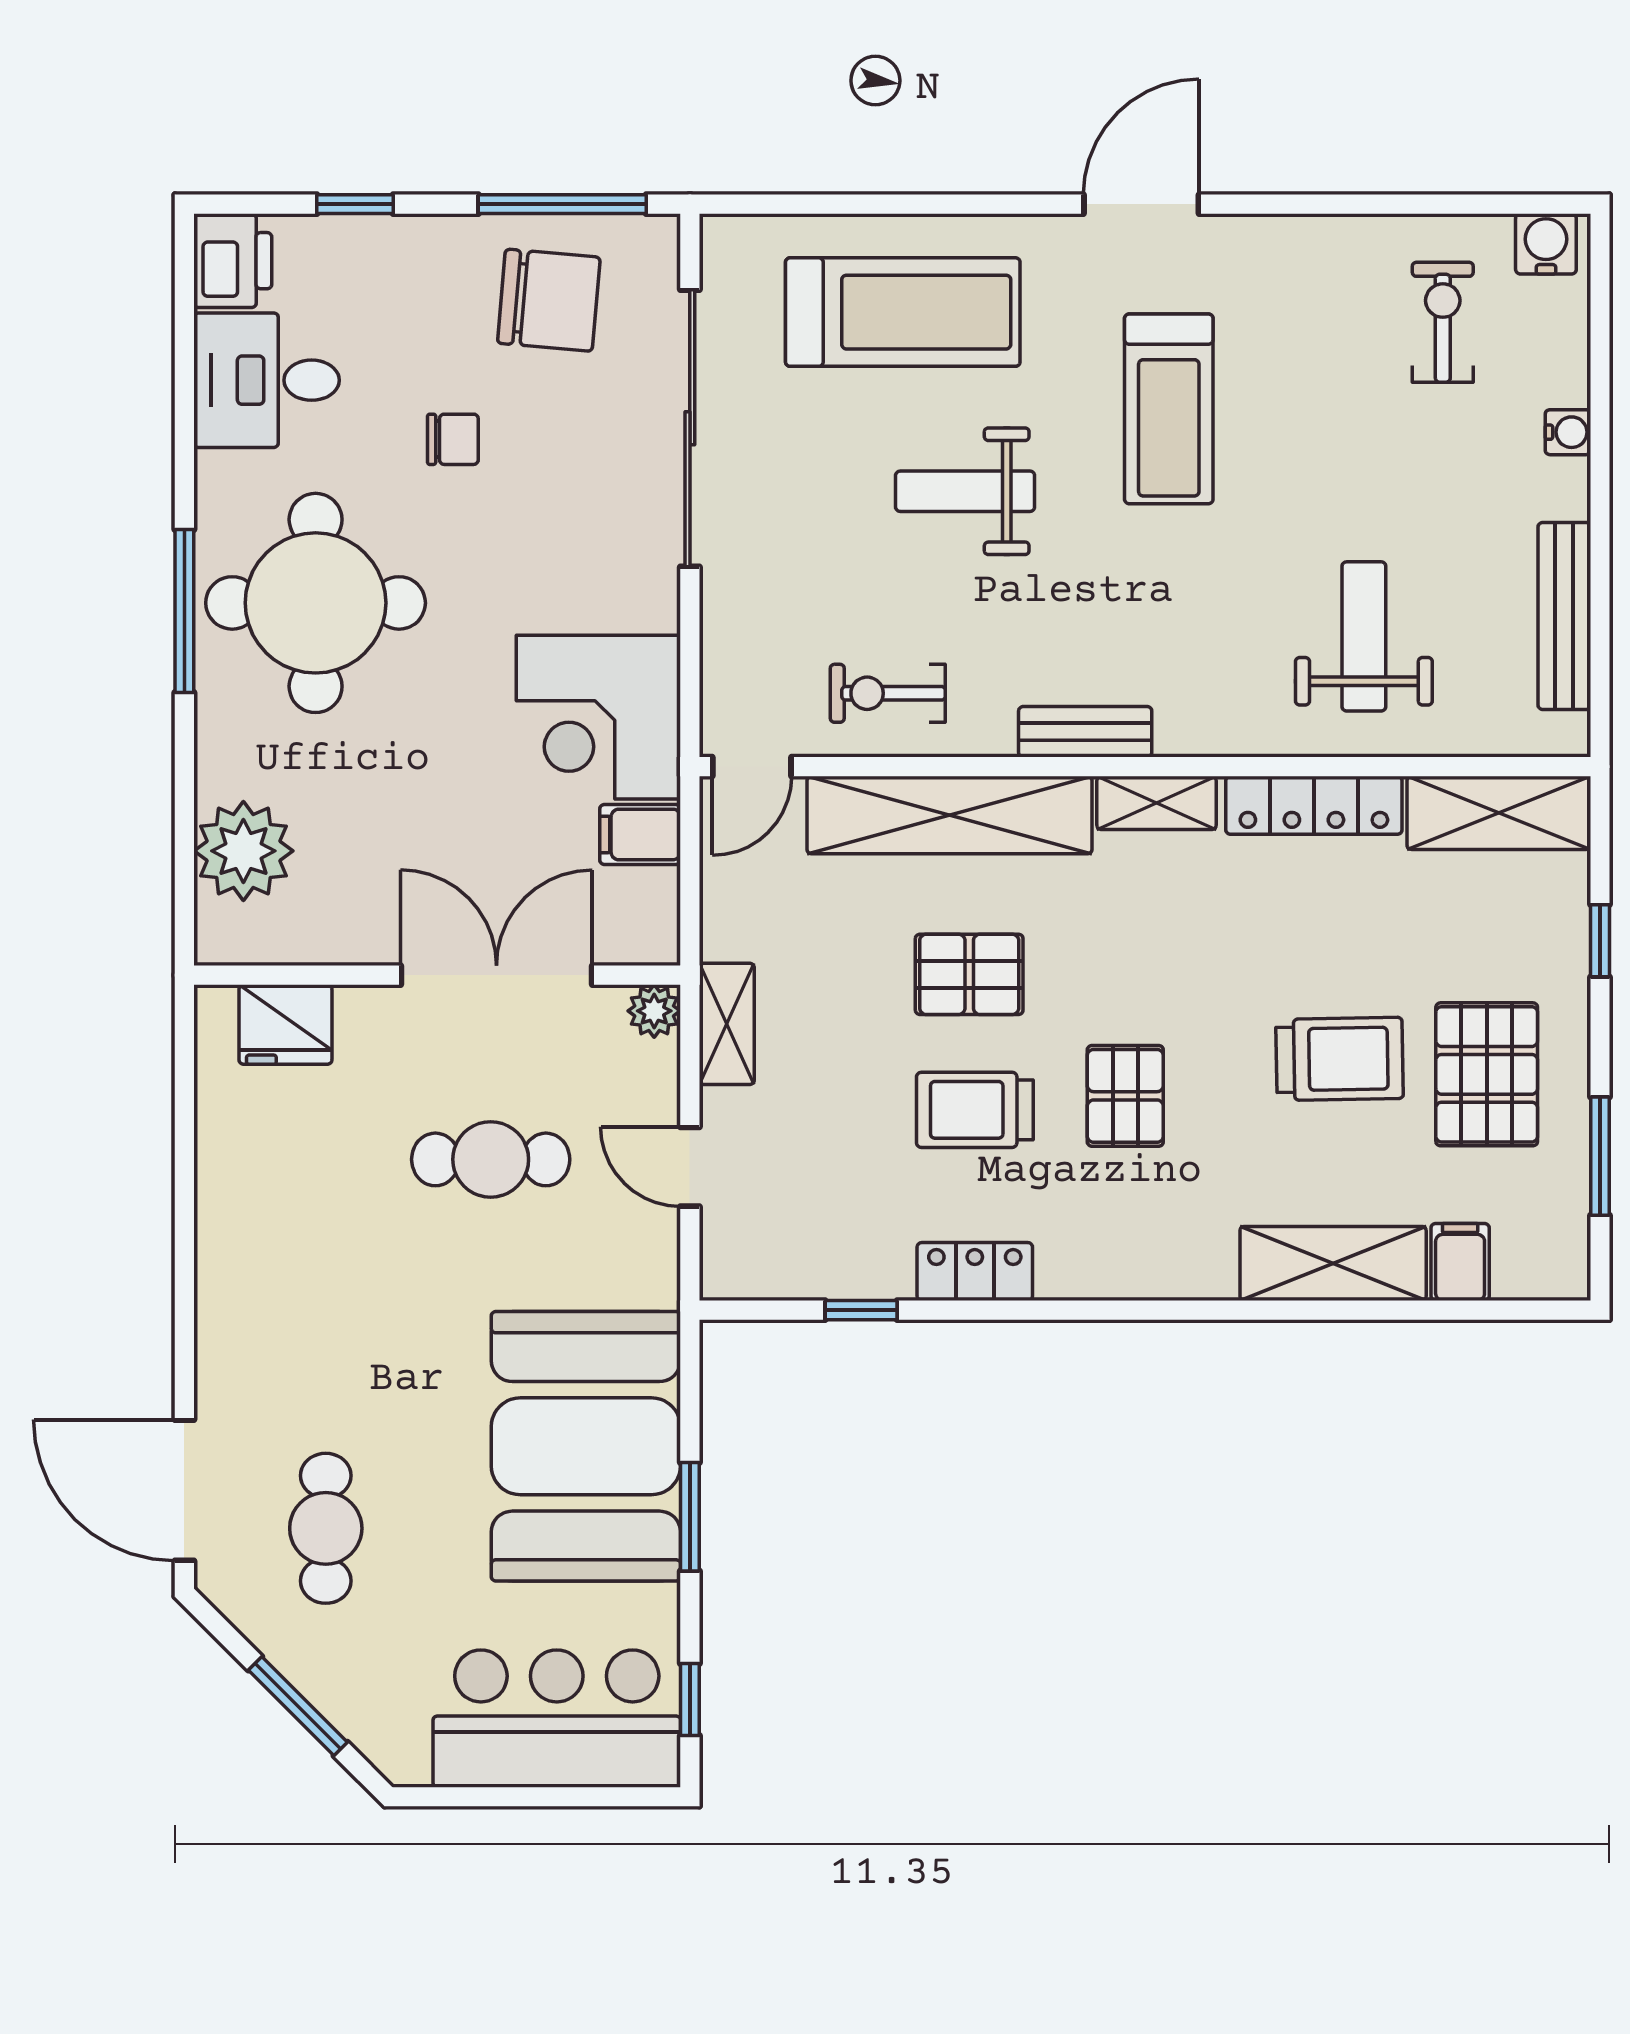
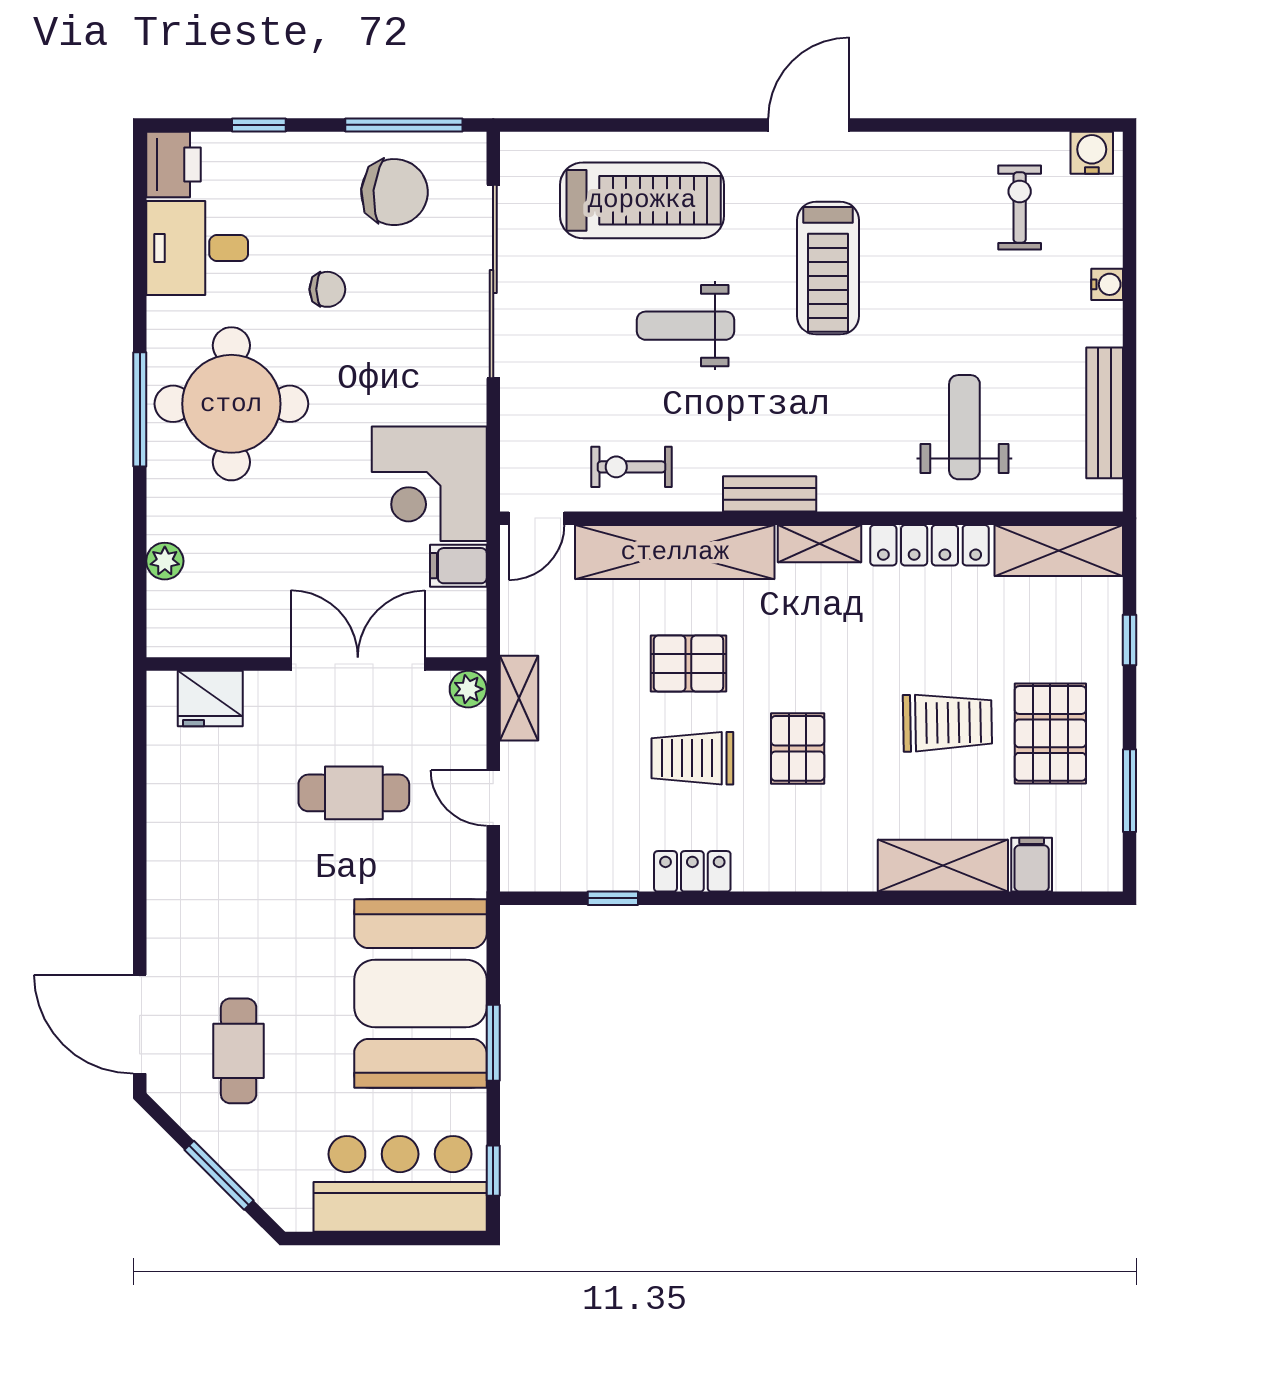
plant: (243, 851) -> (165, 561), width x0.53, depth x0.53

